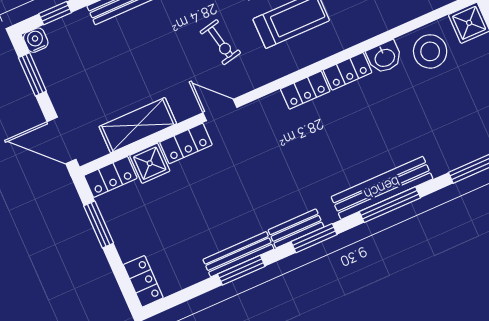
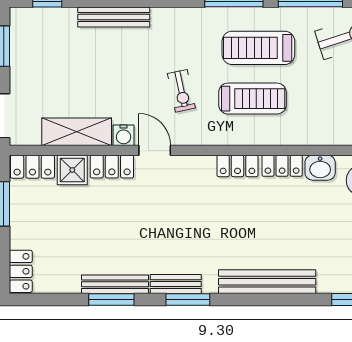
water cooler: (36, 40) -> (124, 135), moved, turned 180
window: (390, 205) -> (268, 300), removed

